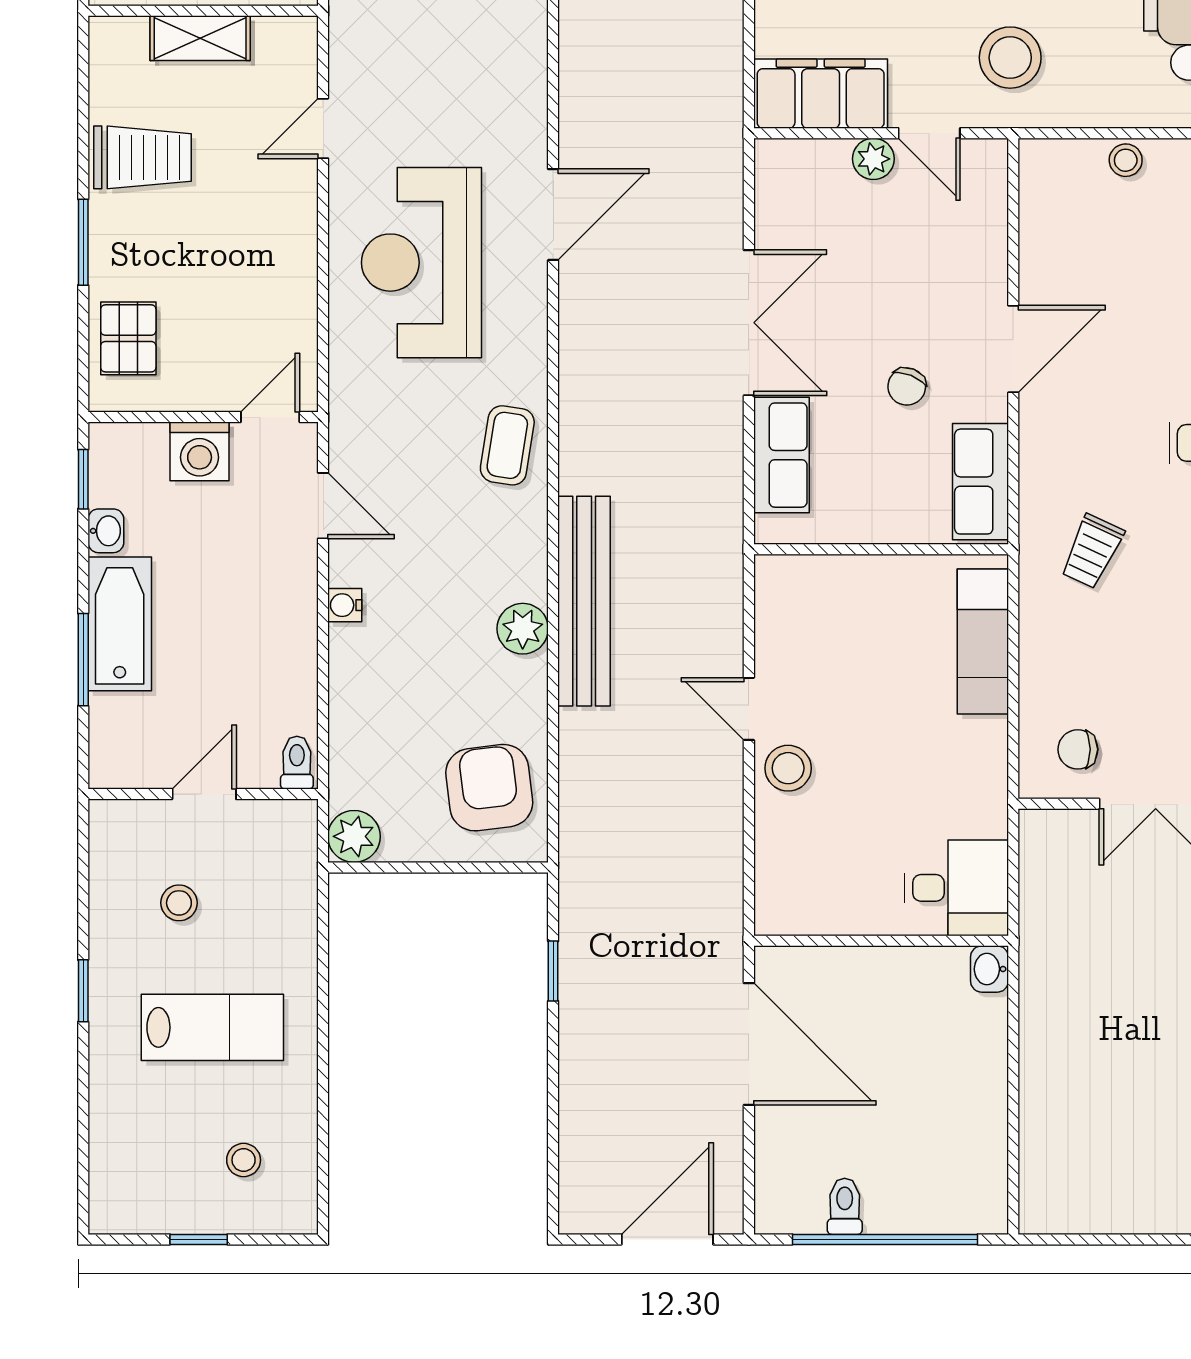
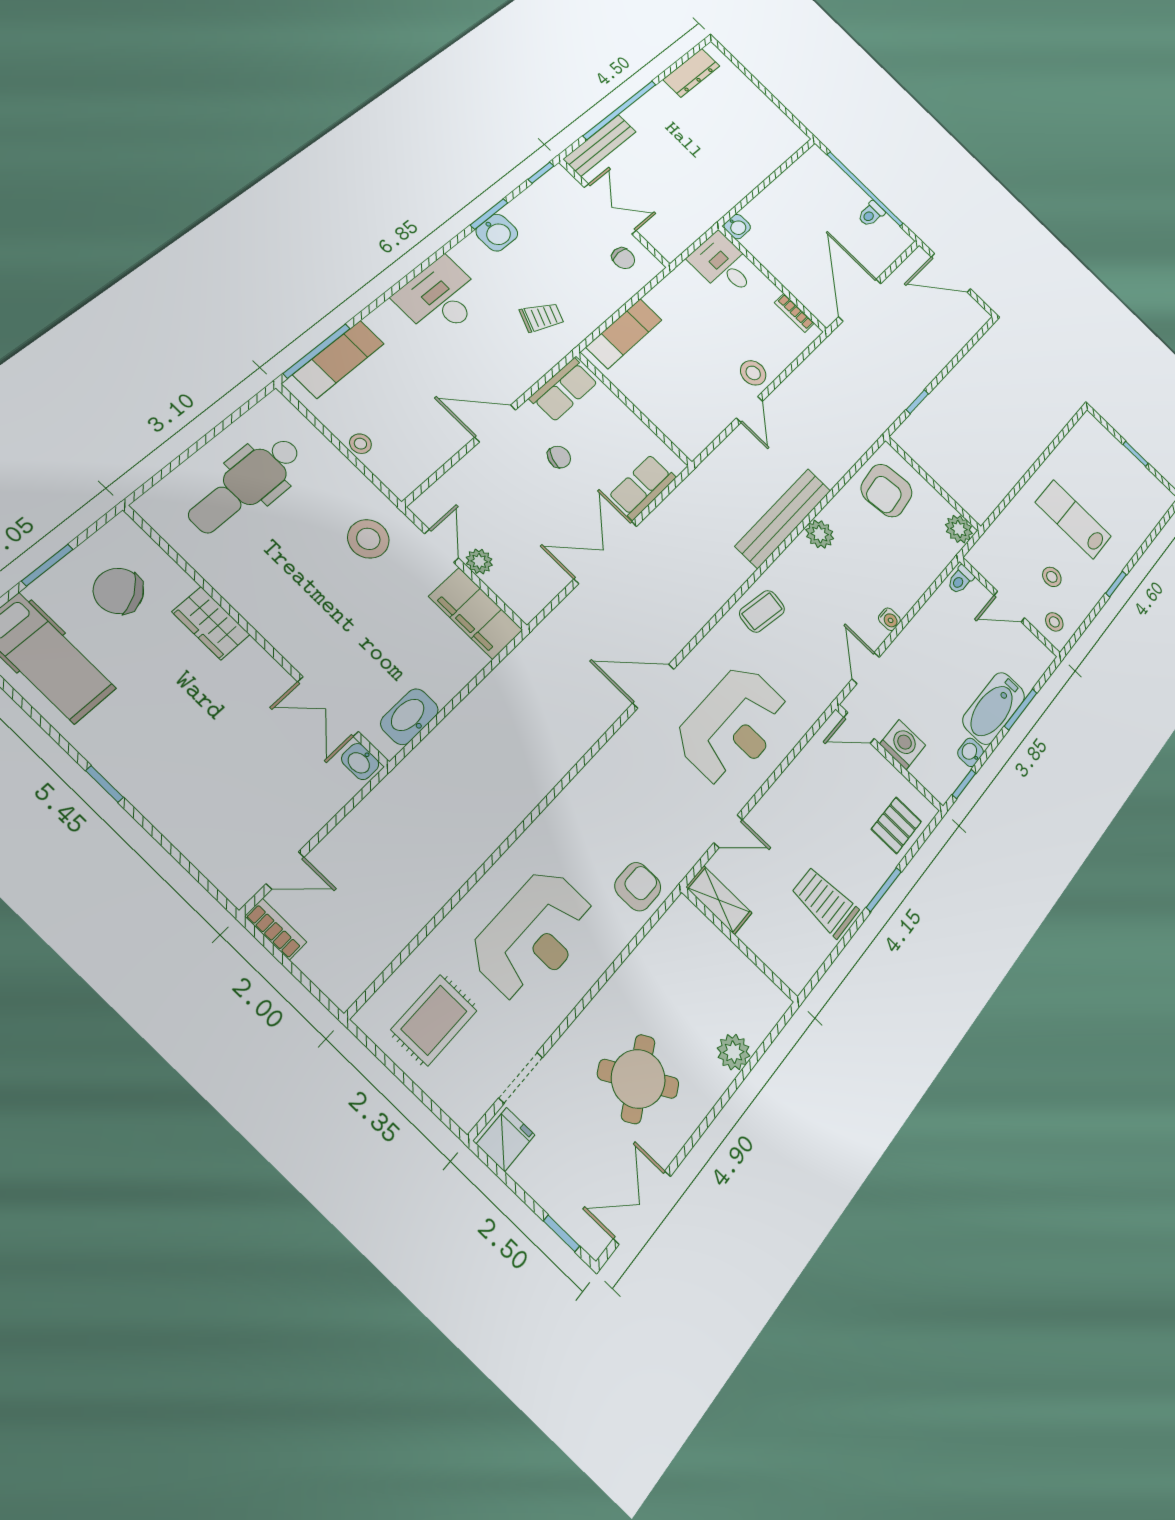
shelving: (200, 38) -> (719, 900), moved
bookcase: (813, 921) -> (794, 313), added
stool: (244, 1160) -> (1054, 622), moved

